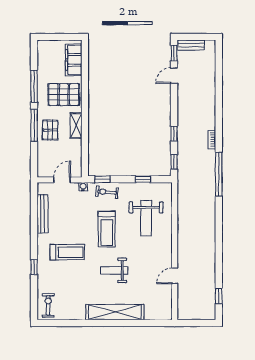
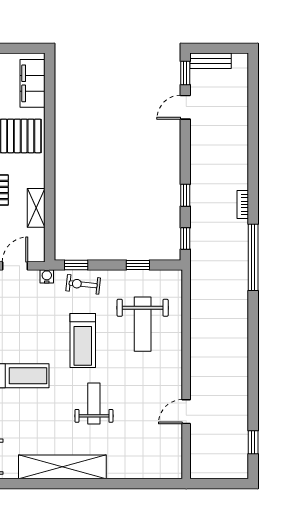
shelving: (76, 126) -> (36, 208), moved
weight bench: (114, 270) -> (94, 403), turned 90
shelving: (115, 312) -> (62, 467), moved

